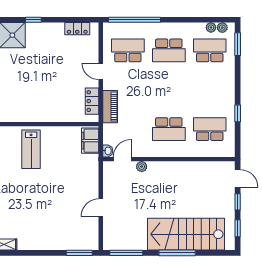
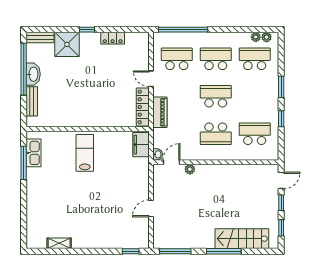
locker: (77, 29) -> (113, 38), moved
window: (238, 44) -> (281, 87), moved
school desk: (169, 50) -> (216, 59), turned 180
school desk: (169, 90) -> (216, 96), added
locker: (92, 101) -> (143, 107), width x1.53
lab bench: (31, 149) -> (85, 153), turned 180
door: (238, 178) -> (281, 180), hinge flipped
stairs: (186, 234) -> (242, 239), width x0.73, depth x0.66
window: (79, 253) -> (131, 251), width x0.67

